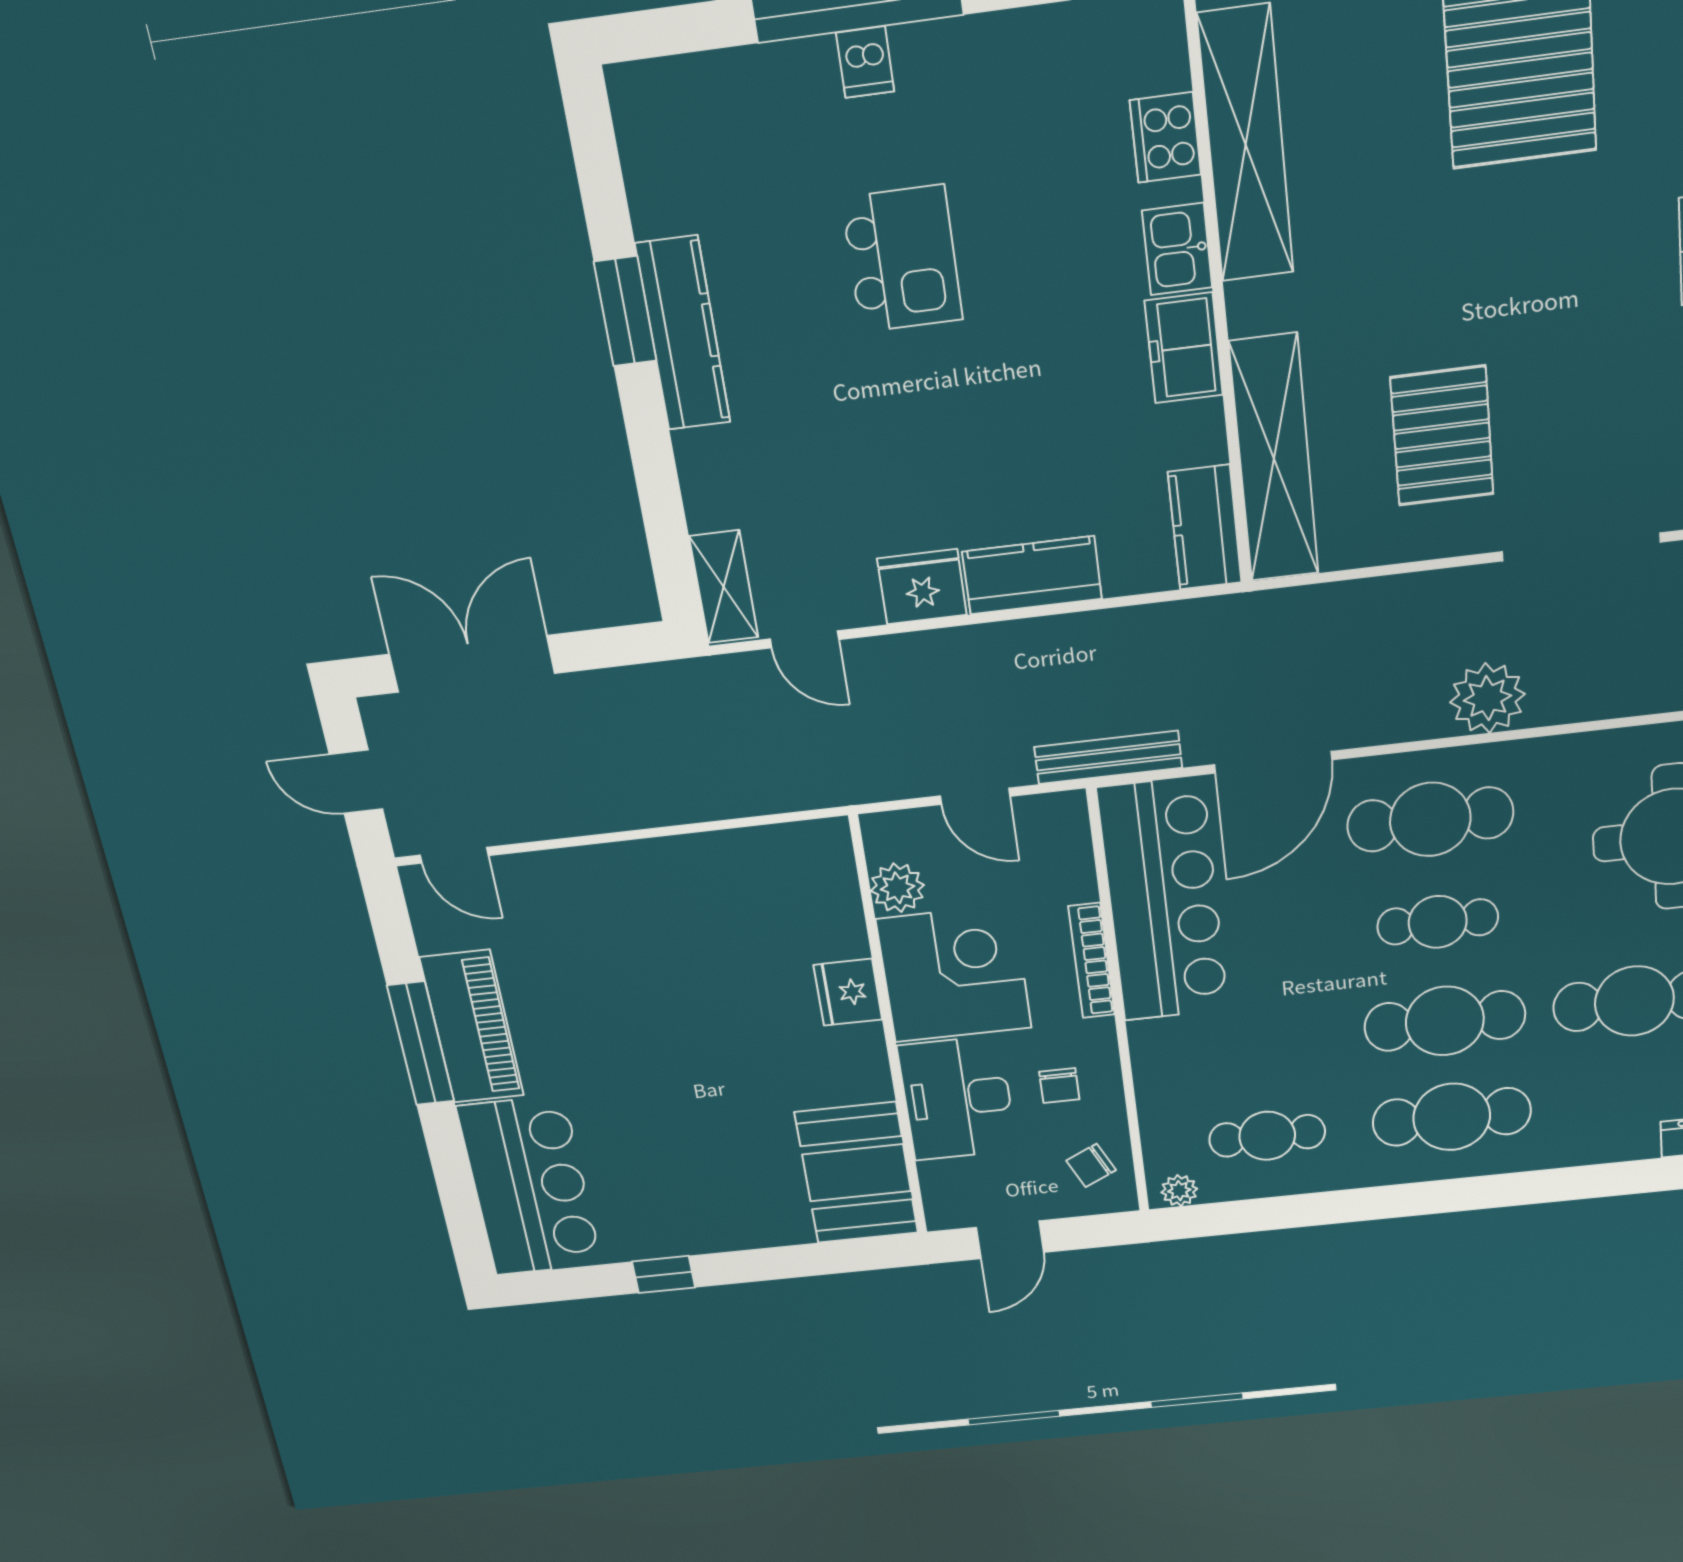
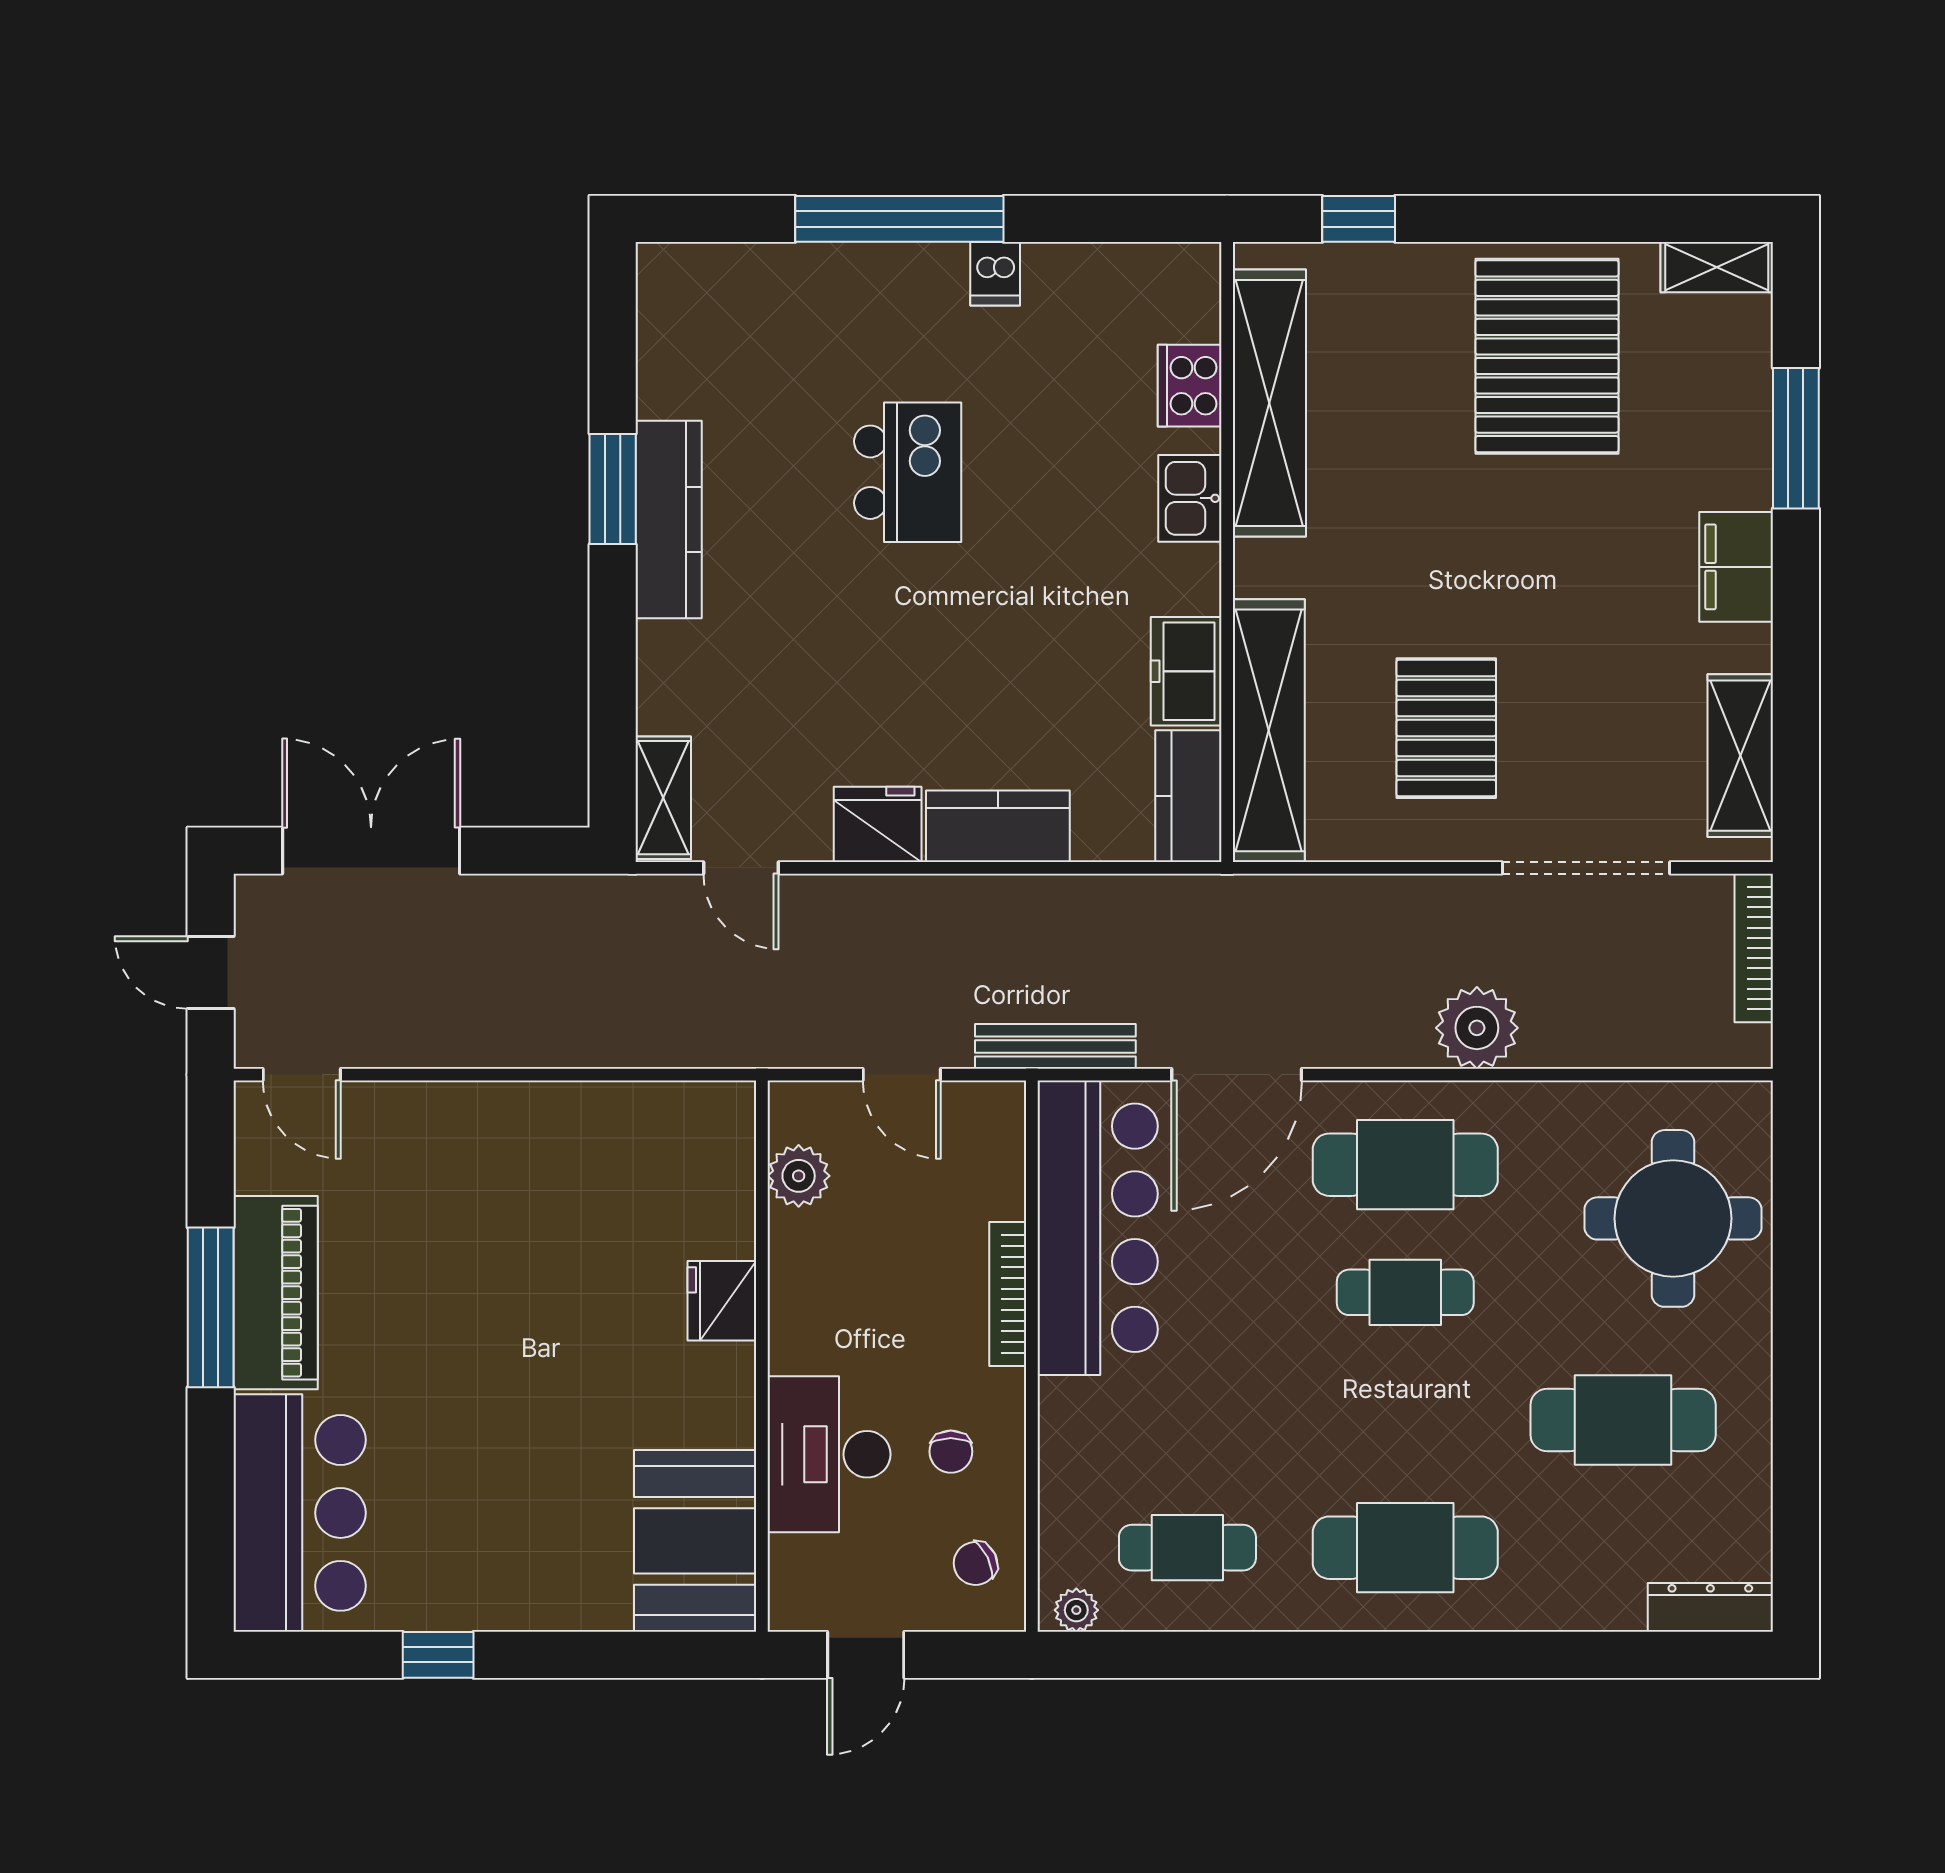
dishwasher: (865, 62) -> (995, 274), moved
freezer: (1184, 348) -> (1186, 671), moved
corner desk: (954, 974) -> (848, 1292), removed
cafe table: (1445, 1021) -> (1405, 1420), removed

